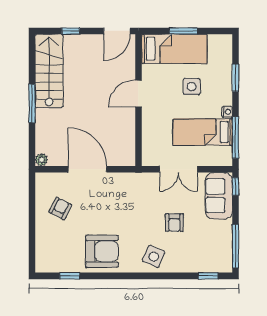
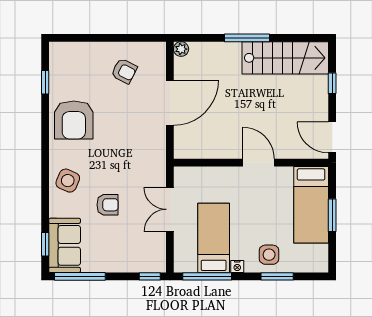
side table: (192, 87) -> (269, 255), moved
sofa: (219, 196) -> (65, 245), moved, turned 90
armchair: (174, 223) -> (108, 205), turned 180

